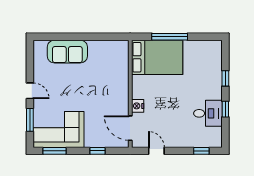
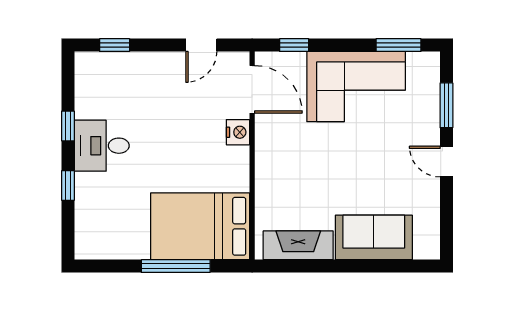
fireplace: (106, 47) -> (298, 245), added
desk: (208, 113) -> (102, 146), moved
corner sofa: (59, 130) -> (356, 87), moved
window: (97, 151) -> (294, 45), moved
door: (156, 151) -> (201, 45), hinge flipped

